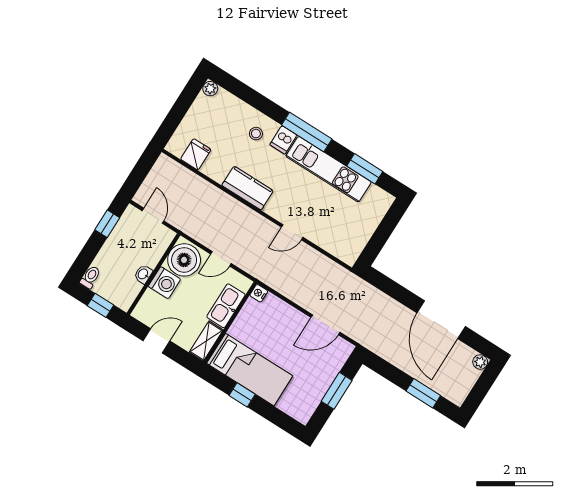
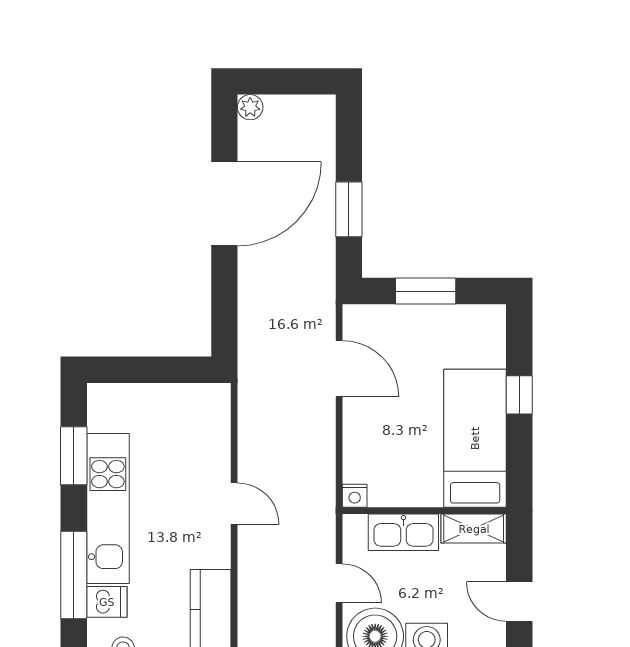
window: (423, 393) -> (349, 209), moved
window: (242, 395) -> (519, 395), moved

